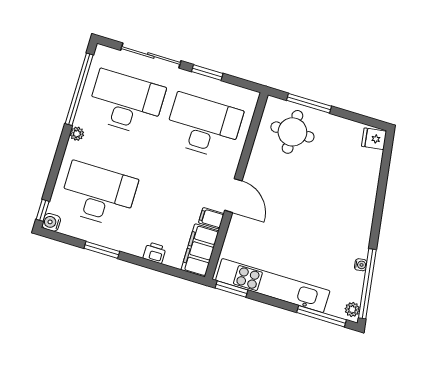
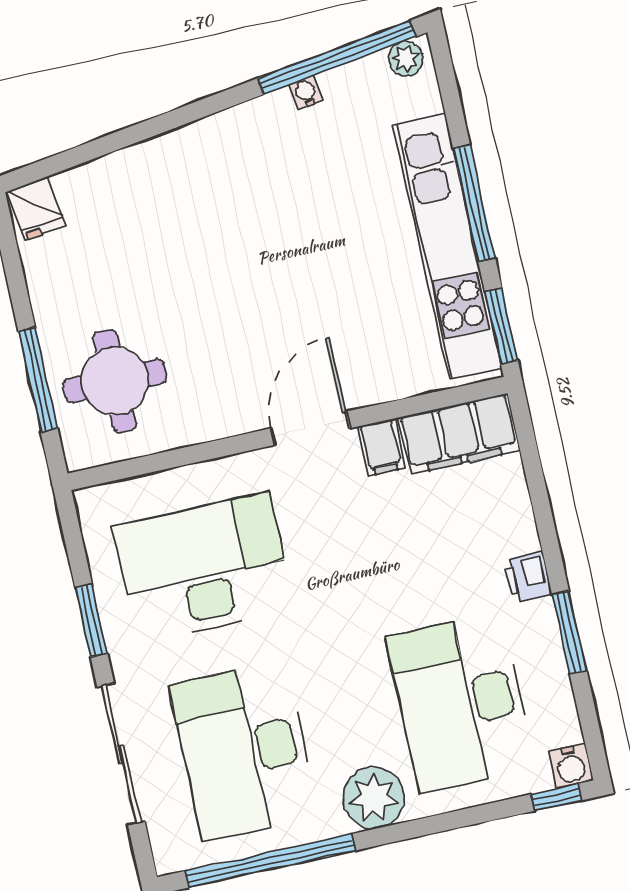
desk: (204, 126) -> (203, 568), turned 90
plant: (77, 134) -> (374, 798), width x1.87, depth x1.87
printer: (155, 253) -> (528, 577), moved
window: (322, 316) -> (474, 203), moved

